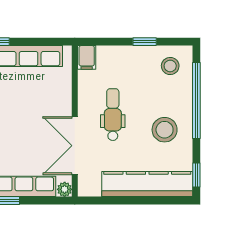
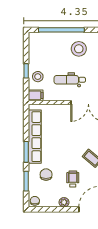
window: (145, 42) -> (26, 71), moved
stool: (170, 66) -> (38, 77), moved

